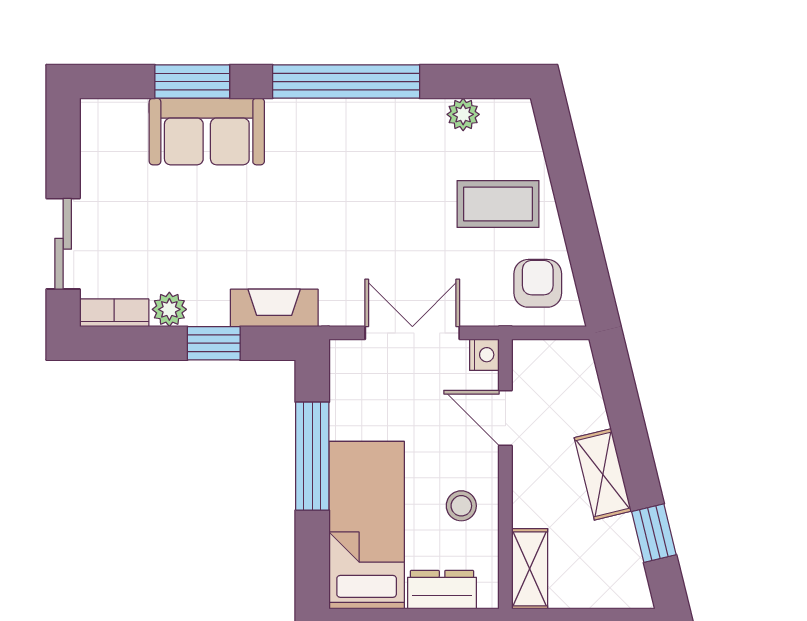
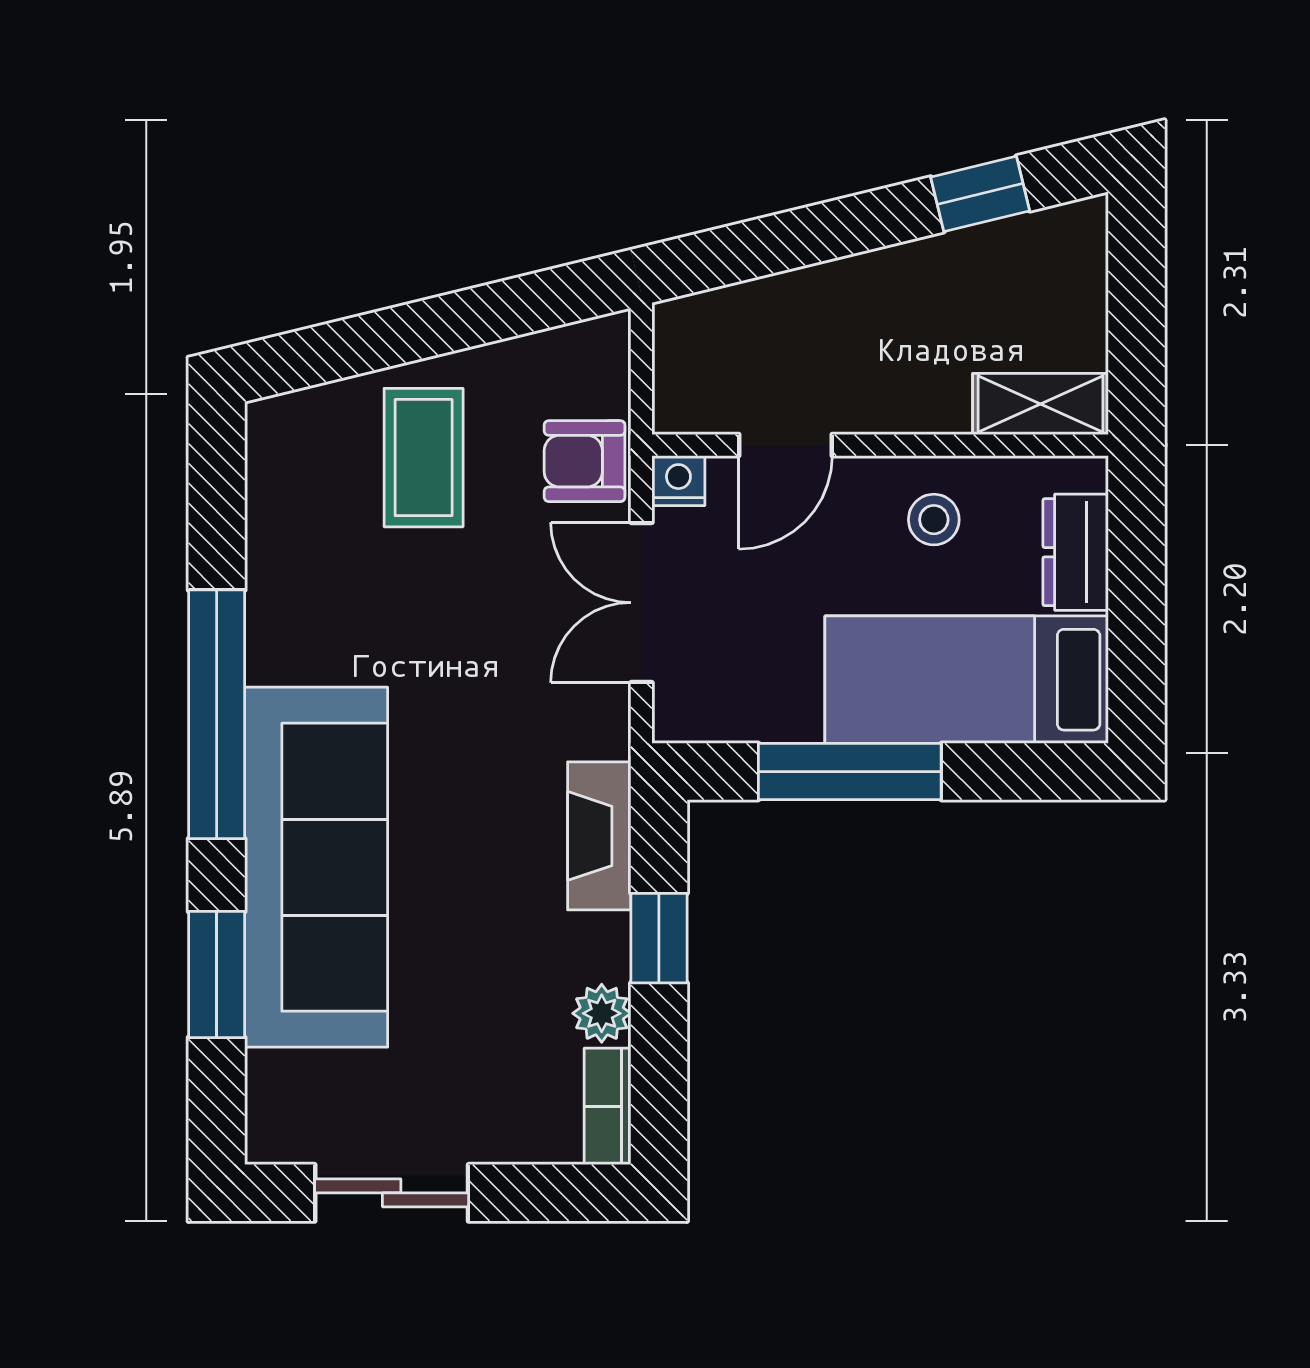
plant: (463, 114) -> (272, 516), removed
sofa: (207, 131) -> (316, 867), width x1.85, depth x1.27
sliding door: (63, 244) -> (392, 1193), moved
armchair: (538, 283) -> (585, 461), moved
shelving: (603, 474) -> (881, 280), removed

